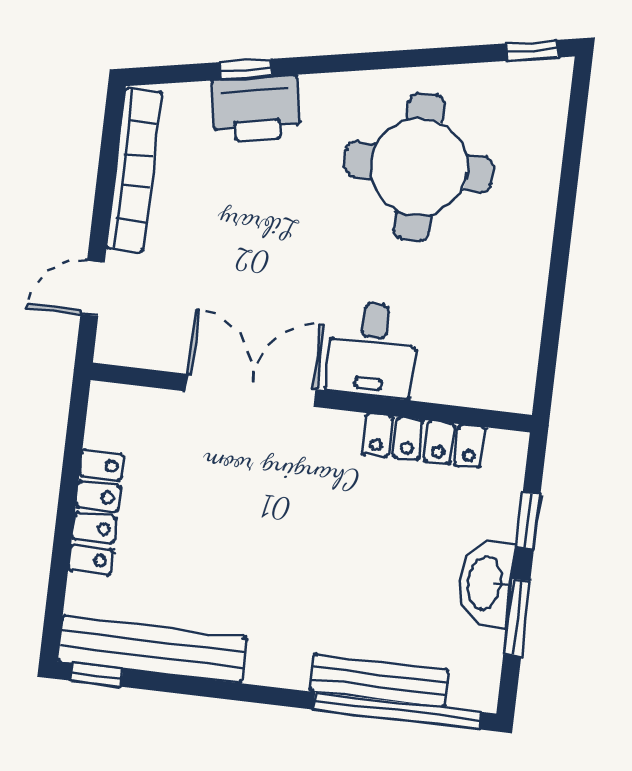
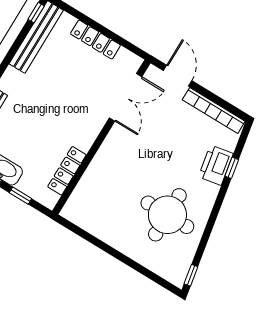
door: (93, 288) -> (178, 76), width x1.38
desk: (372, 350) -> (109, 167), removed
double door: (251, 390) -> (126, 97), moved

